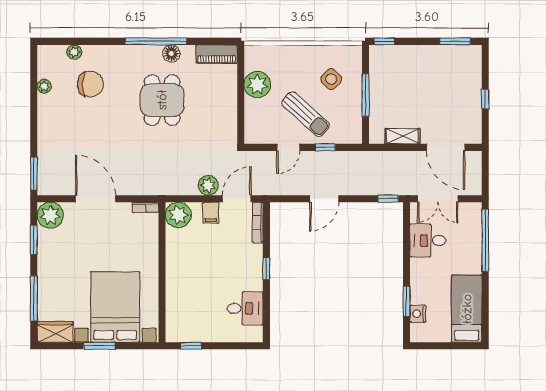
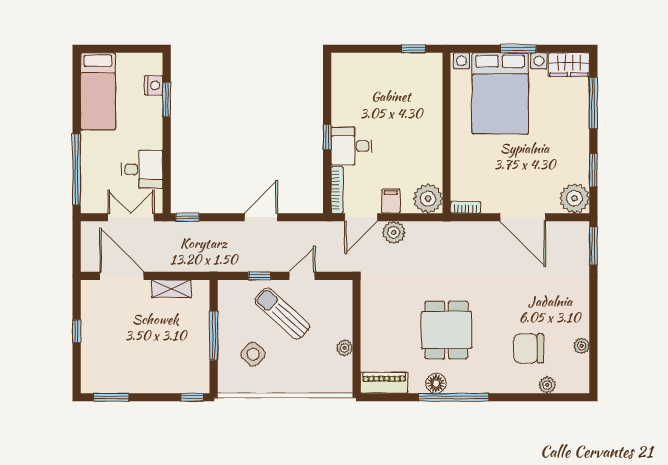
plant: (257, 84) -> (345, 348), width x0.53, depth x0.53
desk: (245, 308) -> (352, 146), moved

